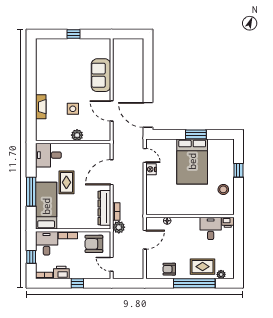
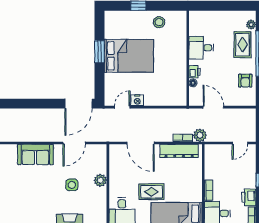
printer: (228, 222) -> (195, 72), moved
desk: (211, 228) -> (201, 48), moved
armchair: (94, 244) -> (218, 162), removed

